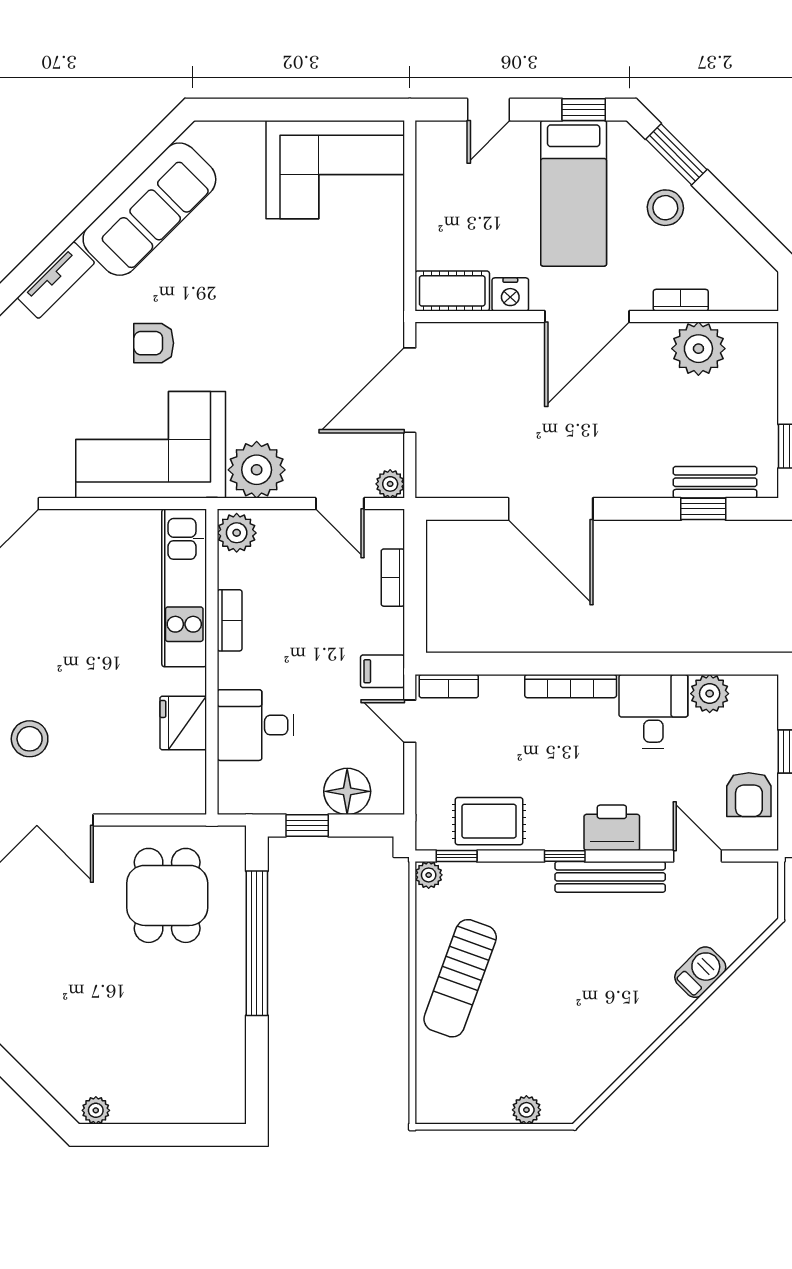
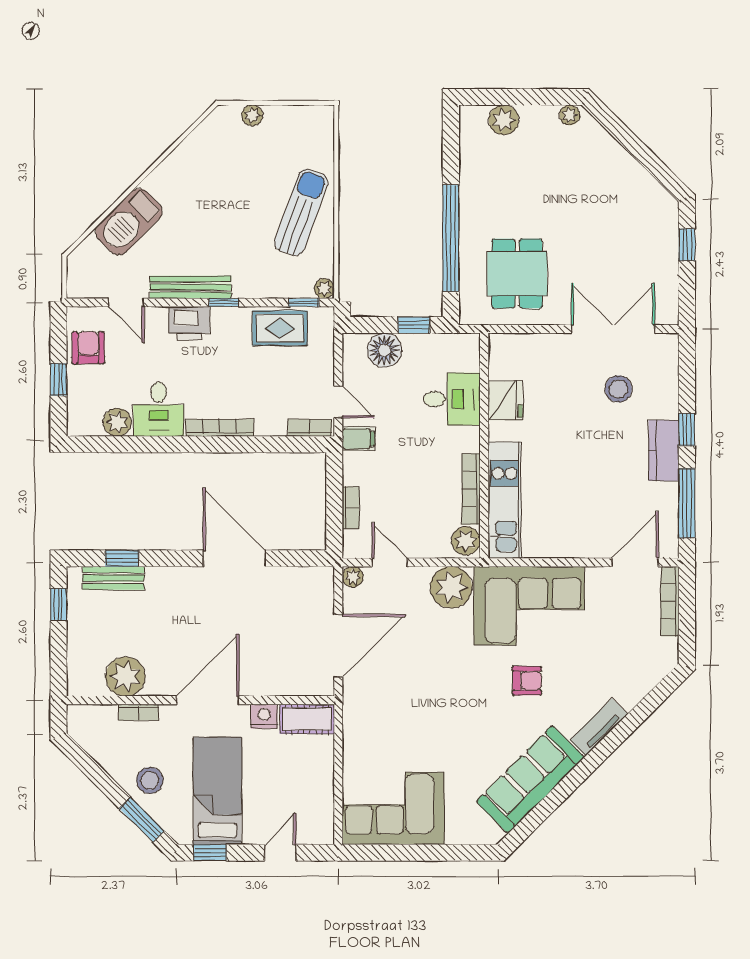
bookcase: (230, 620) -> (471, 489), width x1.56
barbecue: (700, 972) -> (129, 222), width x1.88, depth x1.53
plant: (185, 1104) -> (504, 120), added

